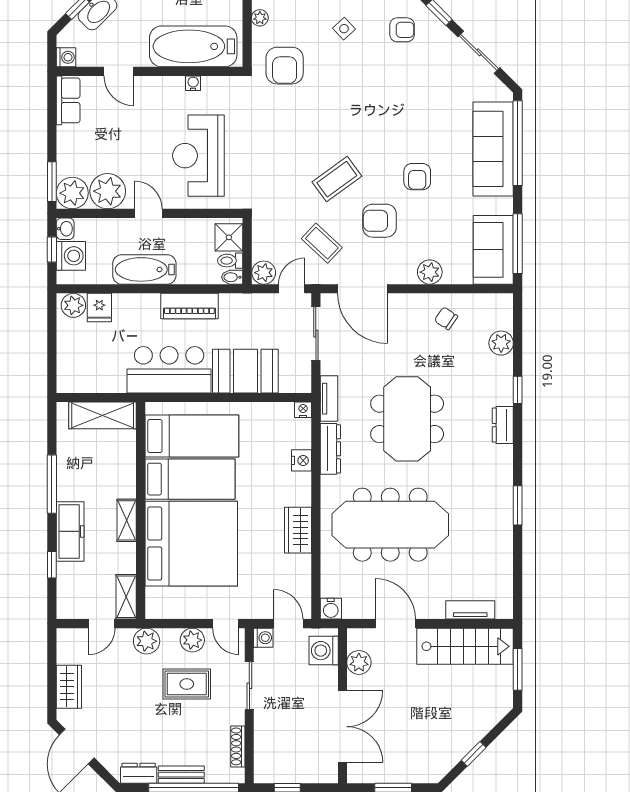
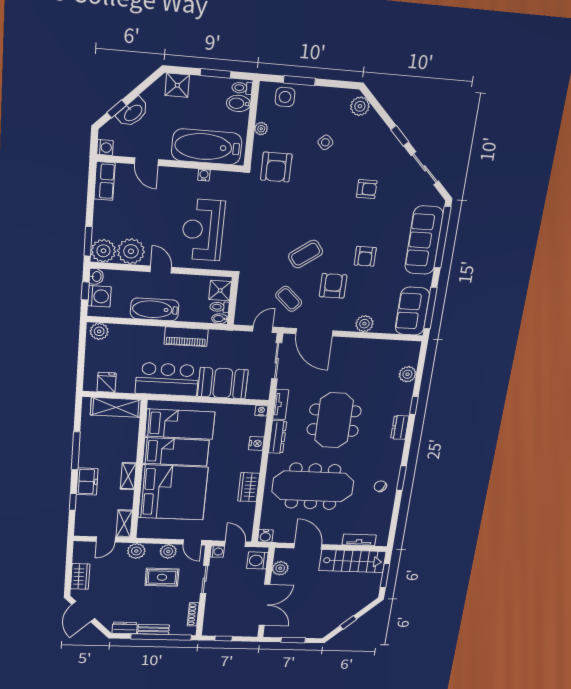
armchair: (402, 30) -> (367, 189), moved
armchair: (379, 221) -> (333, 286), turned 90
plant: (264, 273) -> (243, 317), removed
fridge: (99, 308) -> (107, 382), moved, turned 180
chair: (446, 318) -> (380, 486), moved
freezer: (70, 531) -> (87, 482), width x0.71

